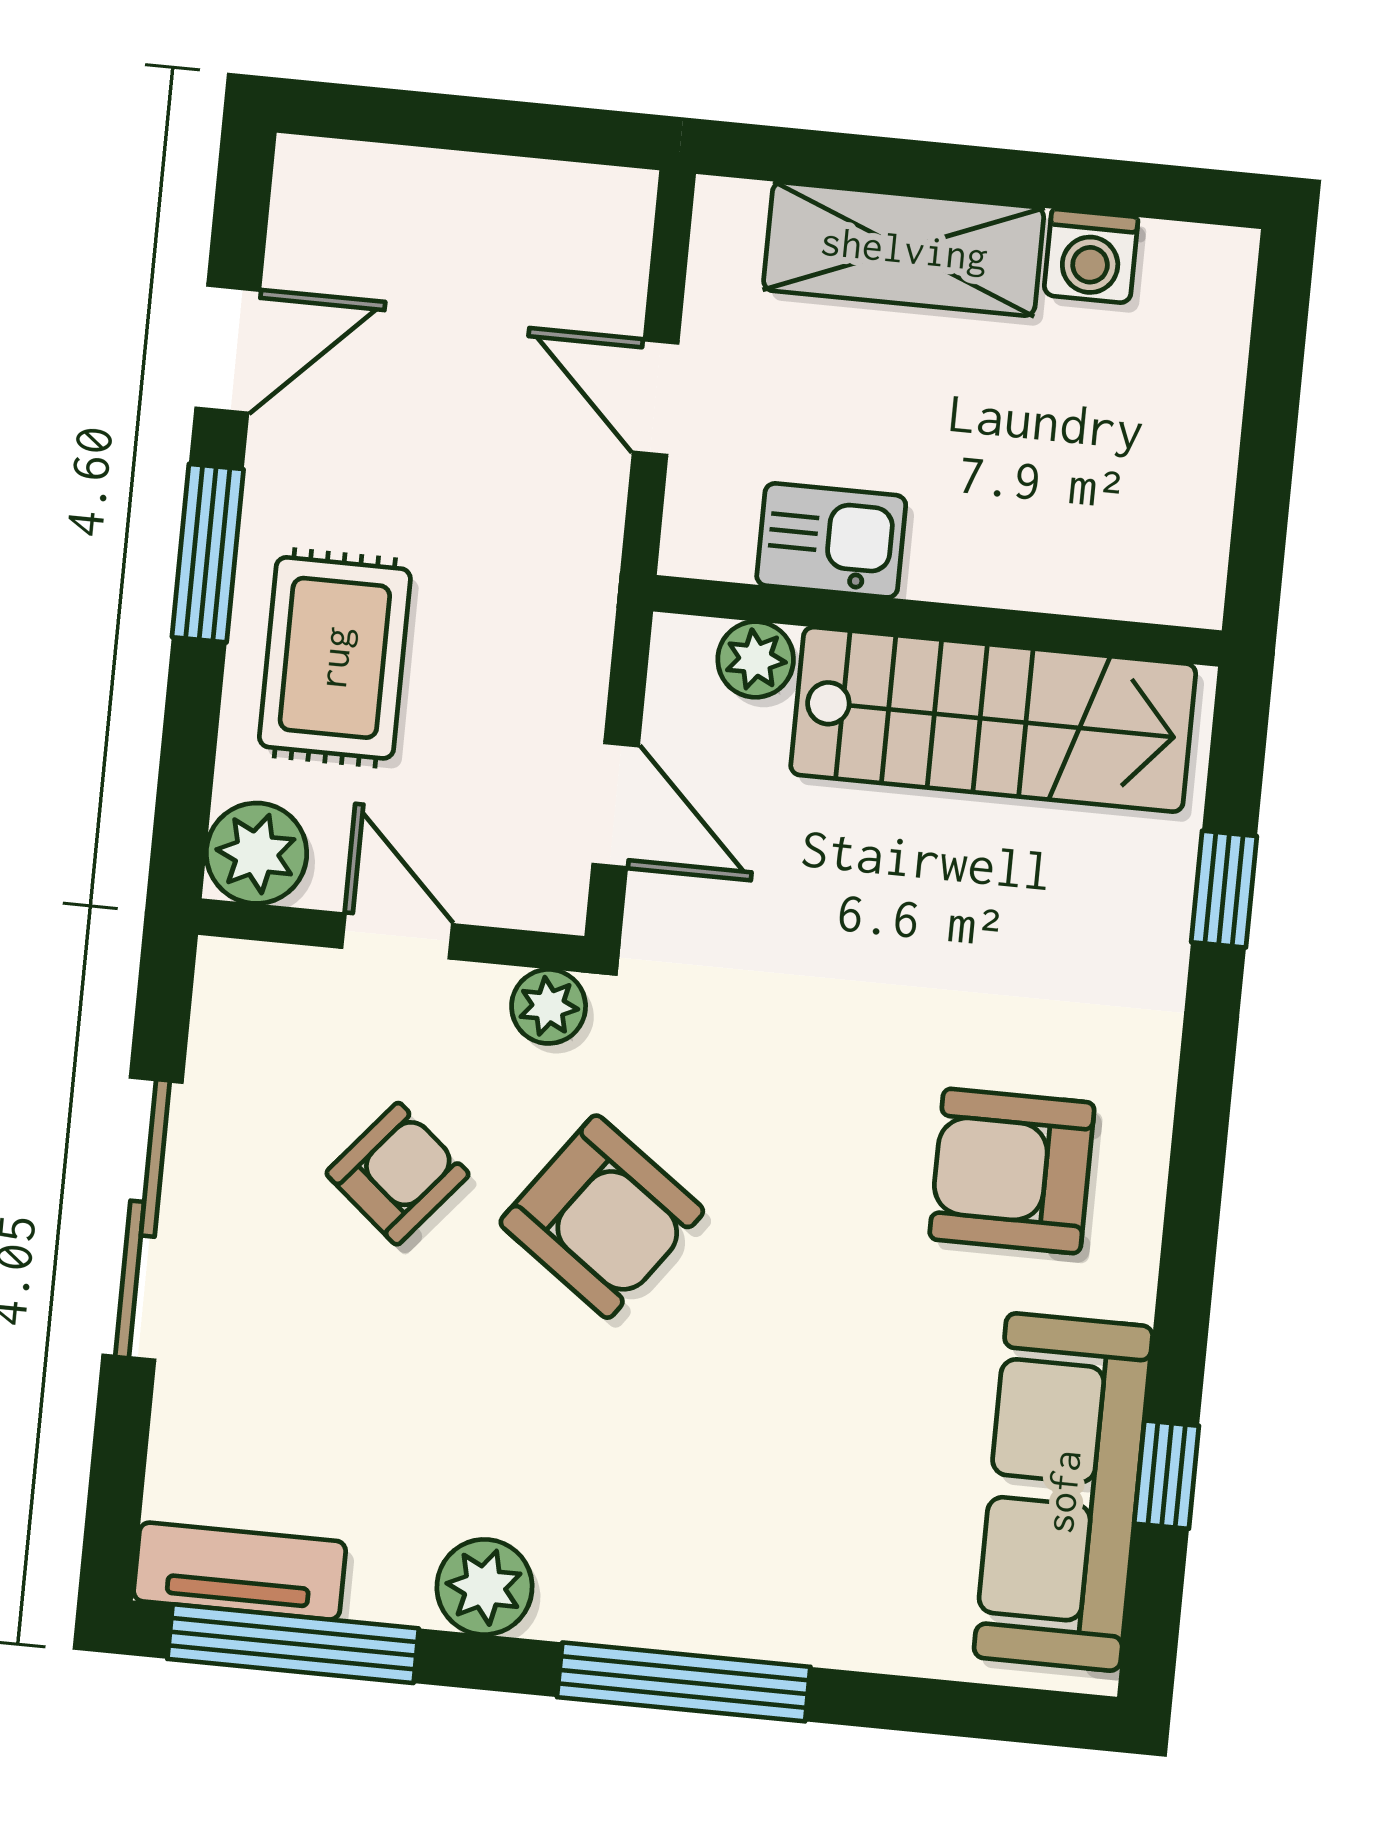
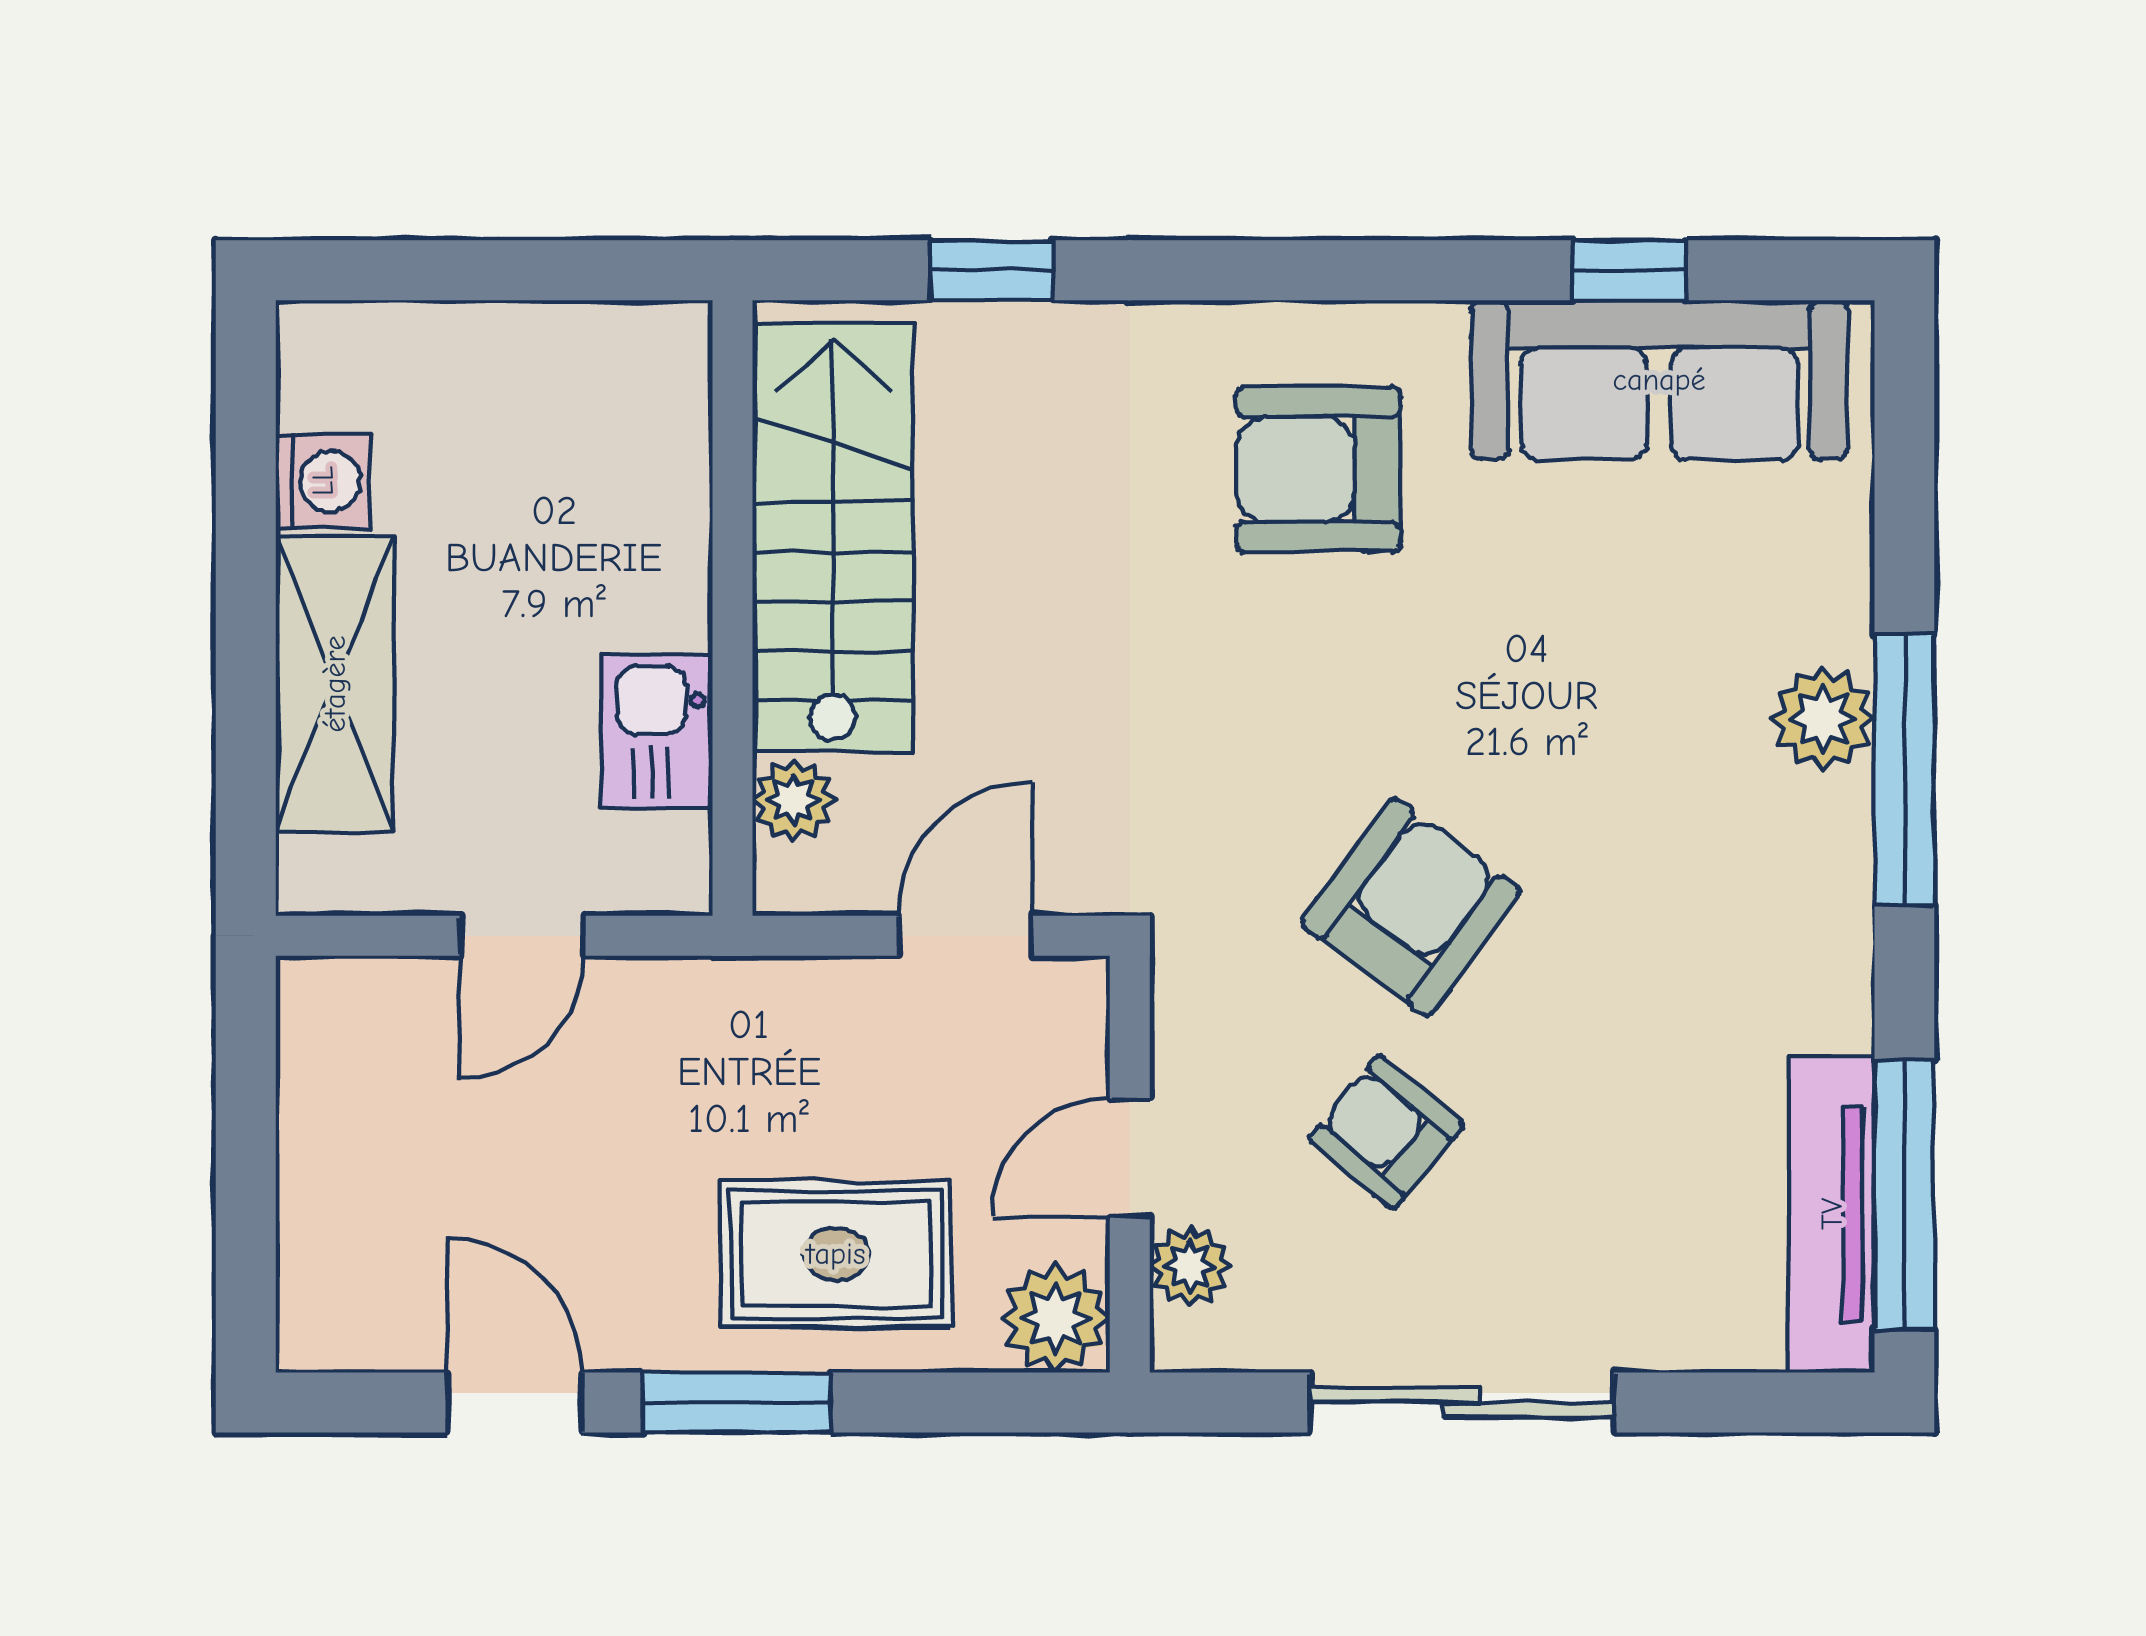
plant: (549, 1006) -> (1190, 1266), moved
armchair: (1012, 1171) -> (1318, 469), turned 90
tv unit: (240, 1571) -> (1832, 1214), width x1.41
plant: (485, 1587) -> (1823, 718), moved

